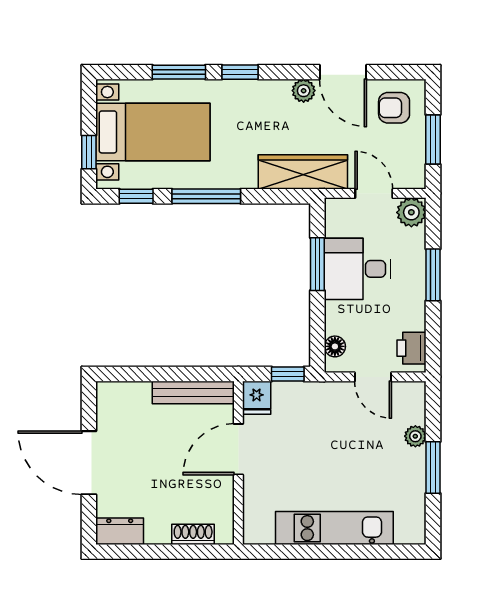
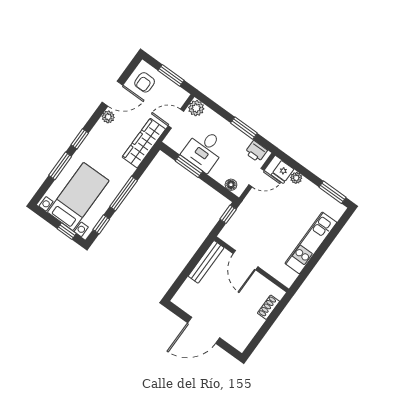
window: (433, 275) -> (244, 128), moved
fridge: (257, 398) -> (282, 172), moved, turned 90
window: (433, 467) -> (332, 192), moved
dresser: (120, 531) -> (244, 339), removed

